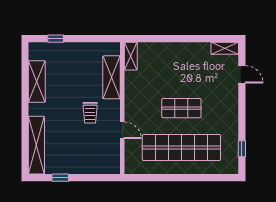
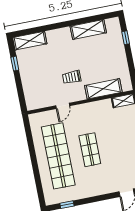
shelving: (36, 145) -> (30, 41), width x0.68

